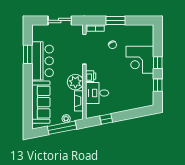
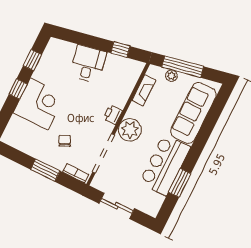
plant: (75, 82) -> (130, 130), moved
desk: (97, 93) -> (88, 64), moved, turned -101

